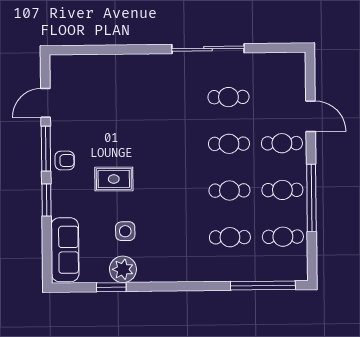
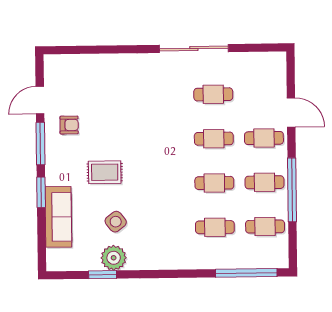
armchair: (65, 161) -> (69, 125), moved
side table: (125, 231) -> (116, 222), turned -38
sofa: (65, 250) -> (58, 217), moved

